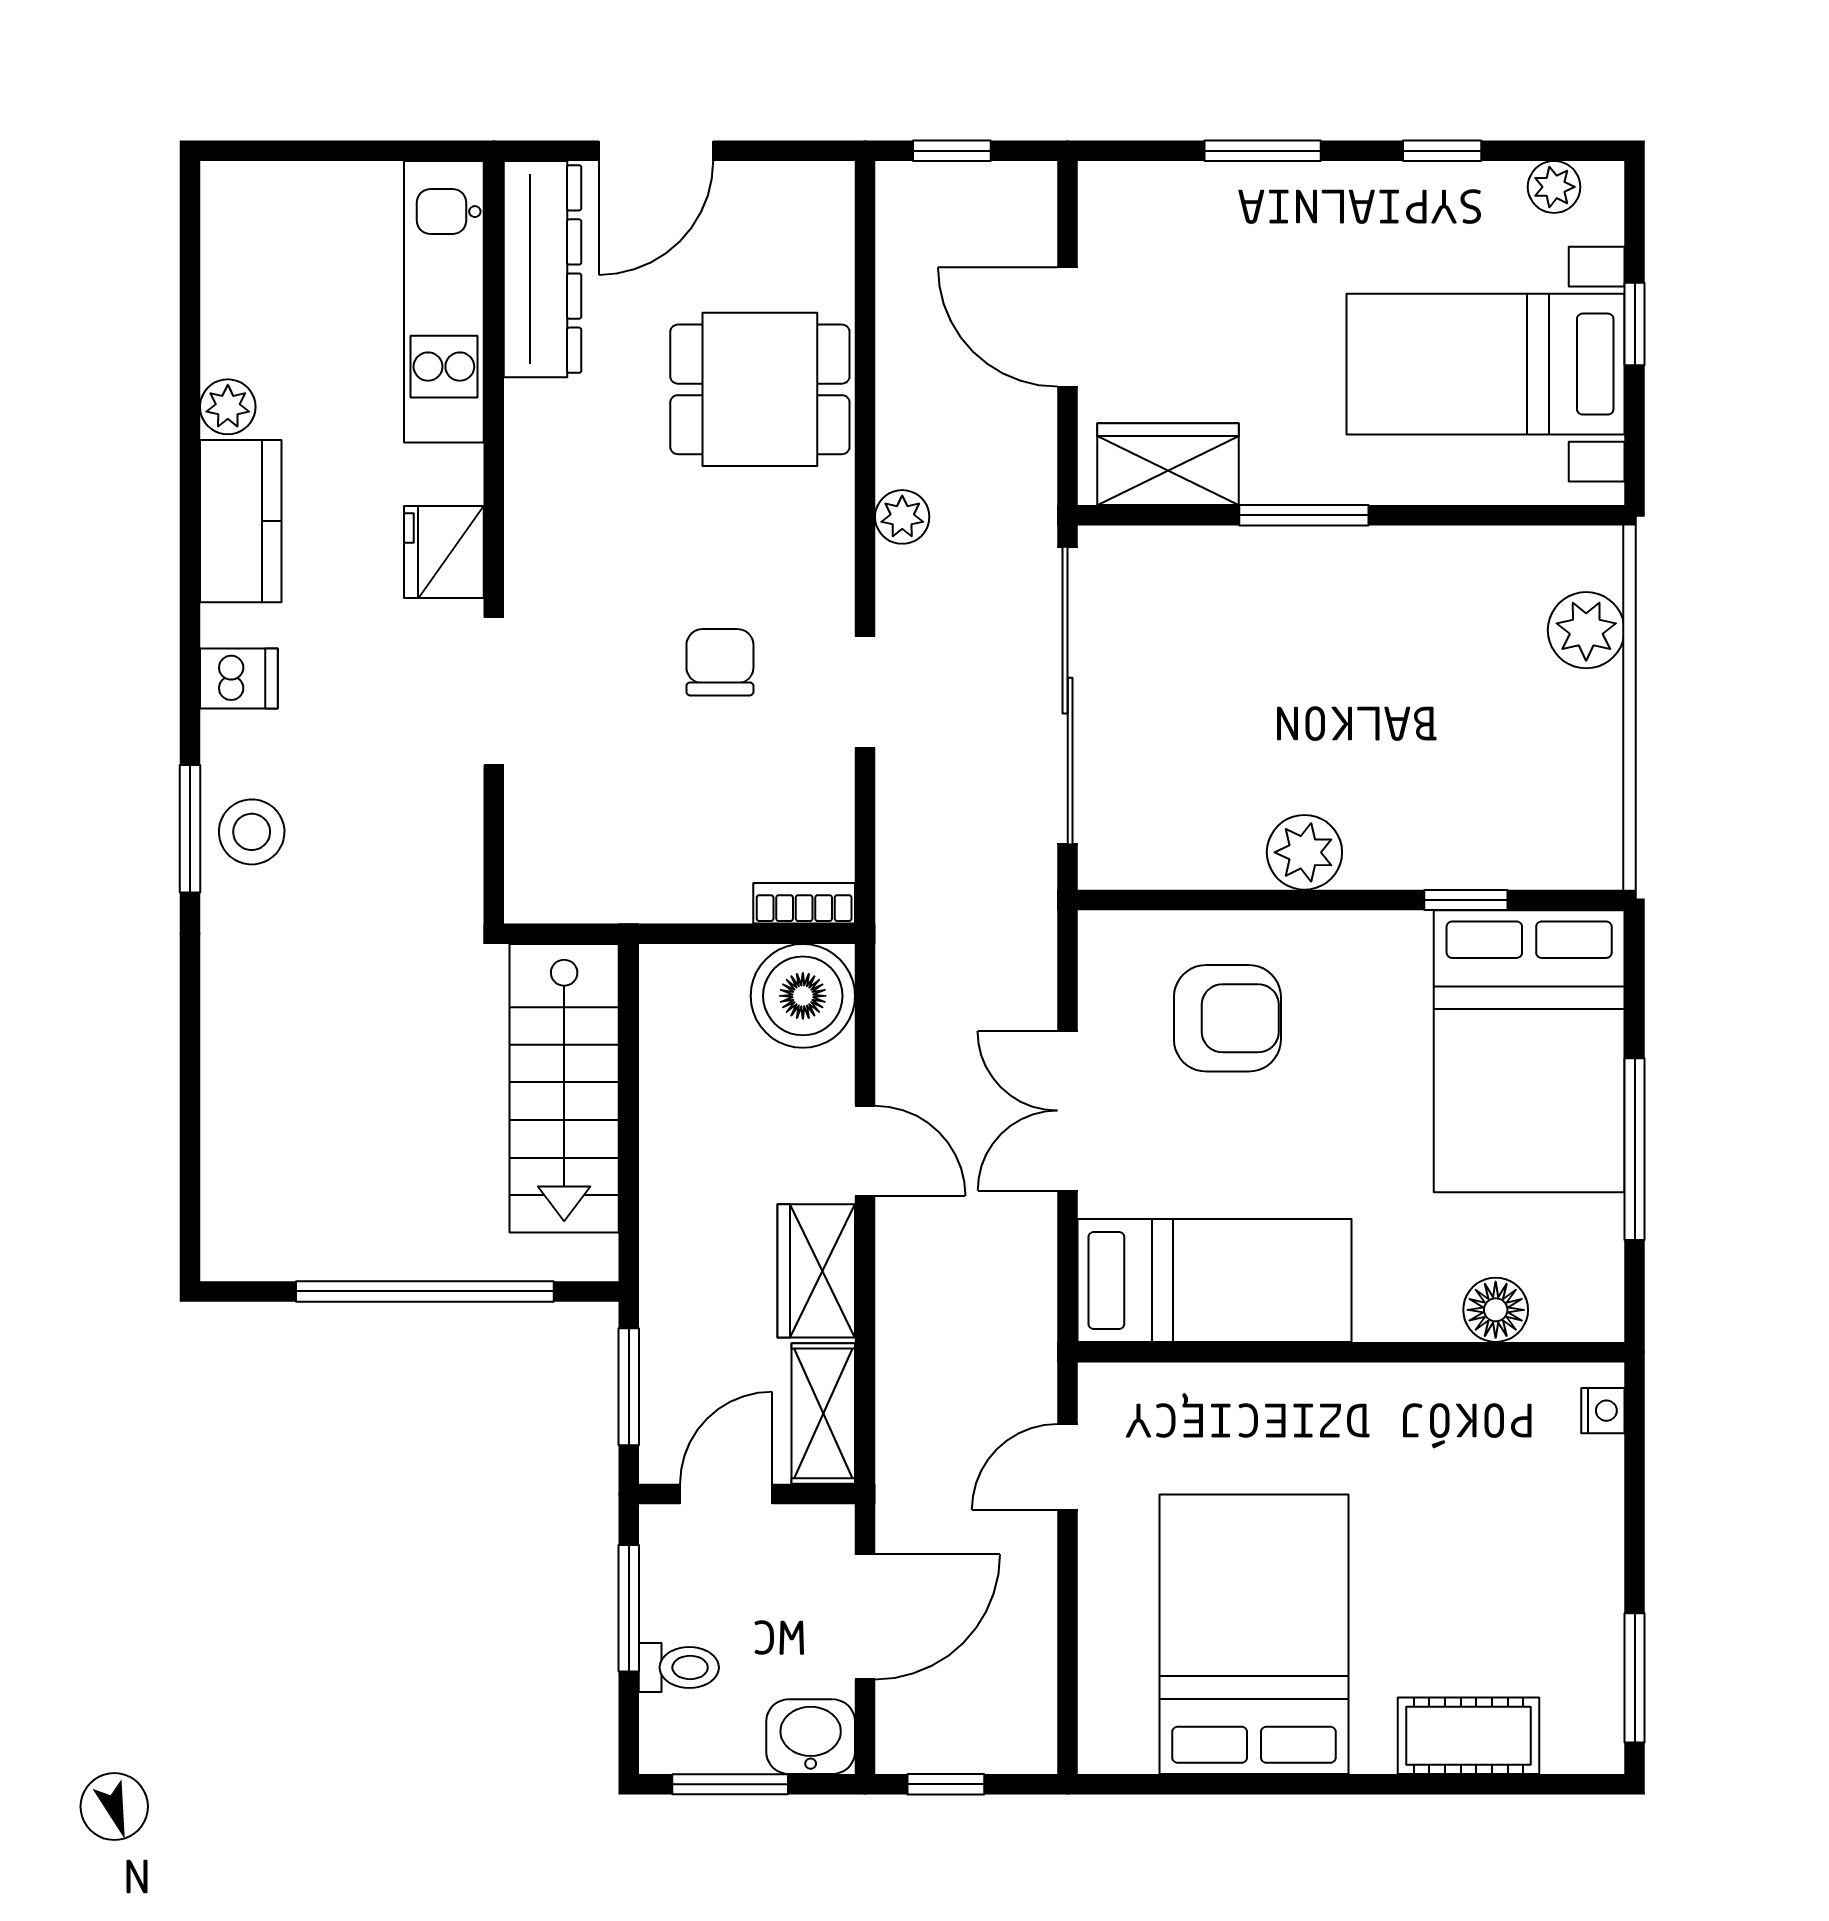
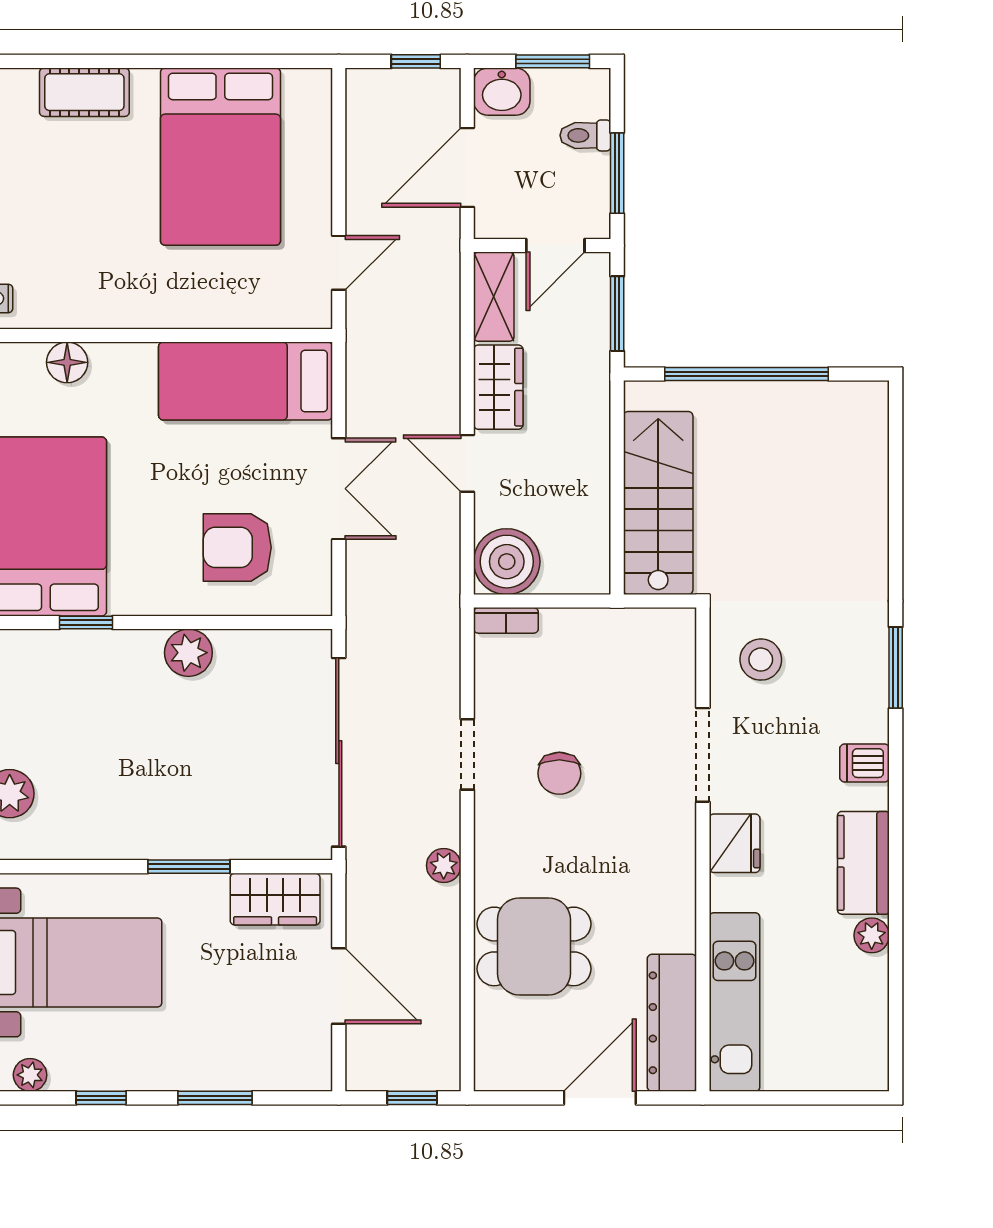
stool: (252, 832) -> (761, 660), moved

